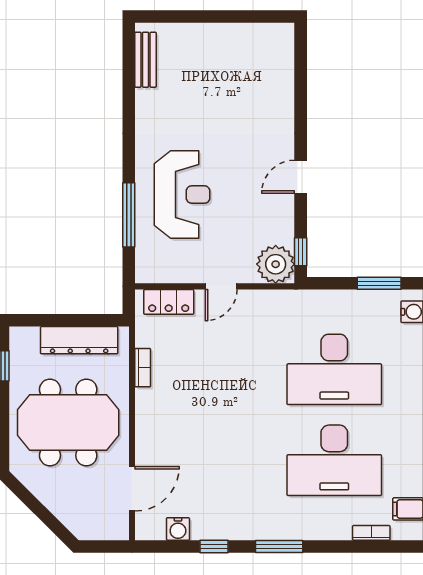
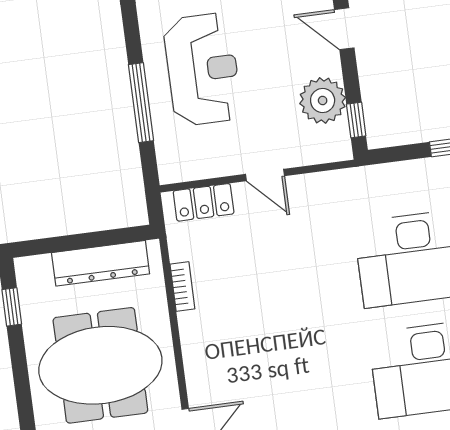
door: (301, 177) -> (344, 29), hinge flipped
plant: (276, 264) -> (323, 100), moved
door: (221, 286) -> (265, 175), hinge flipped

